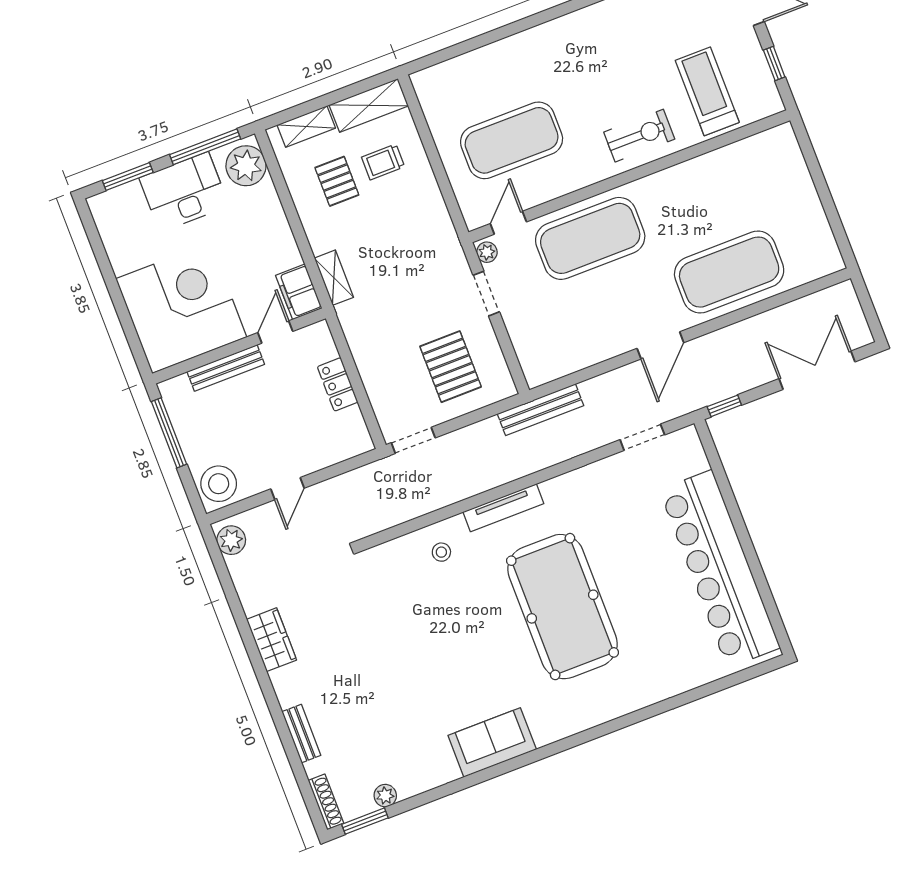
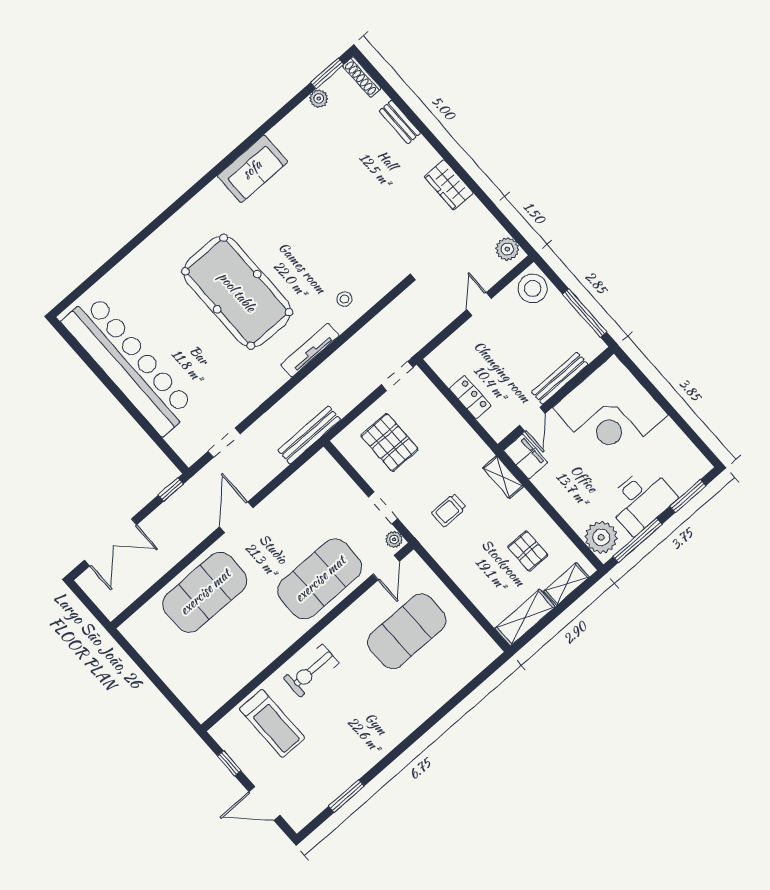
trolley: (383, 162) -> (449, 510), moved, turned 180

